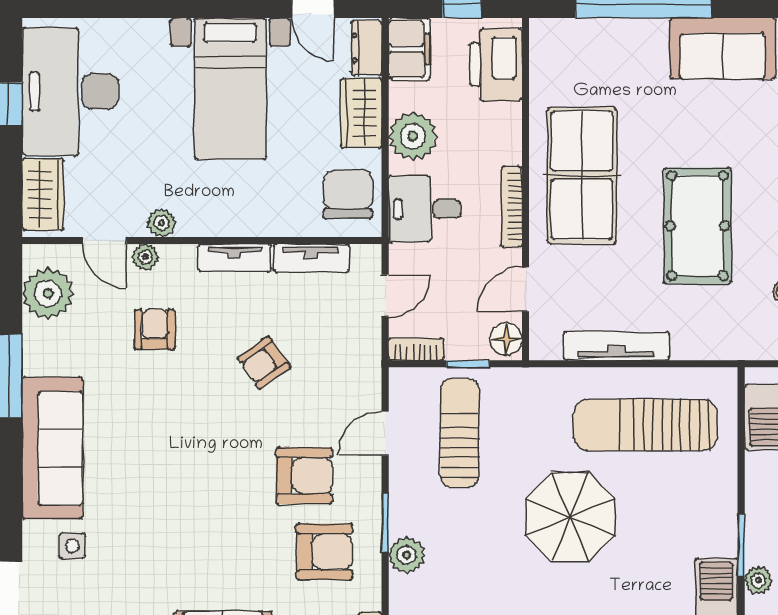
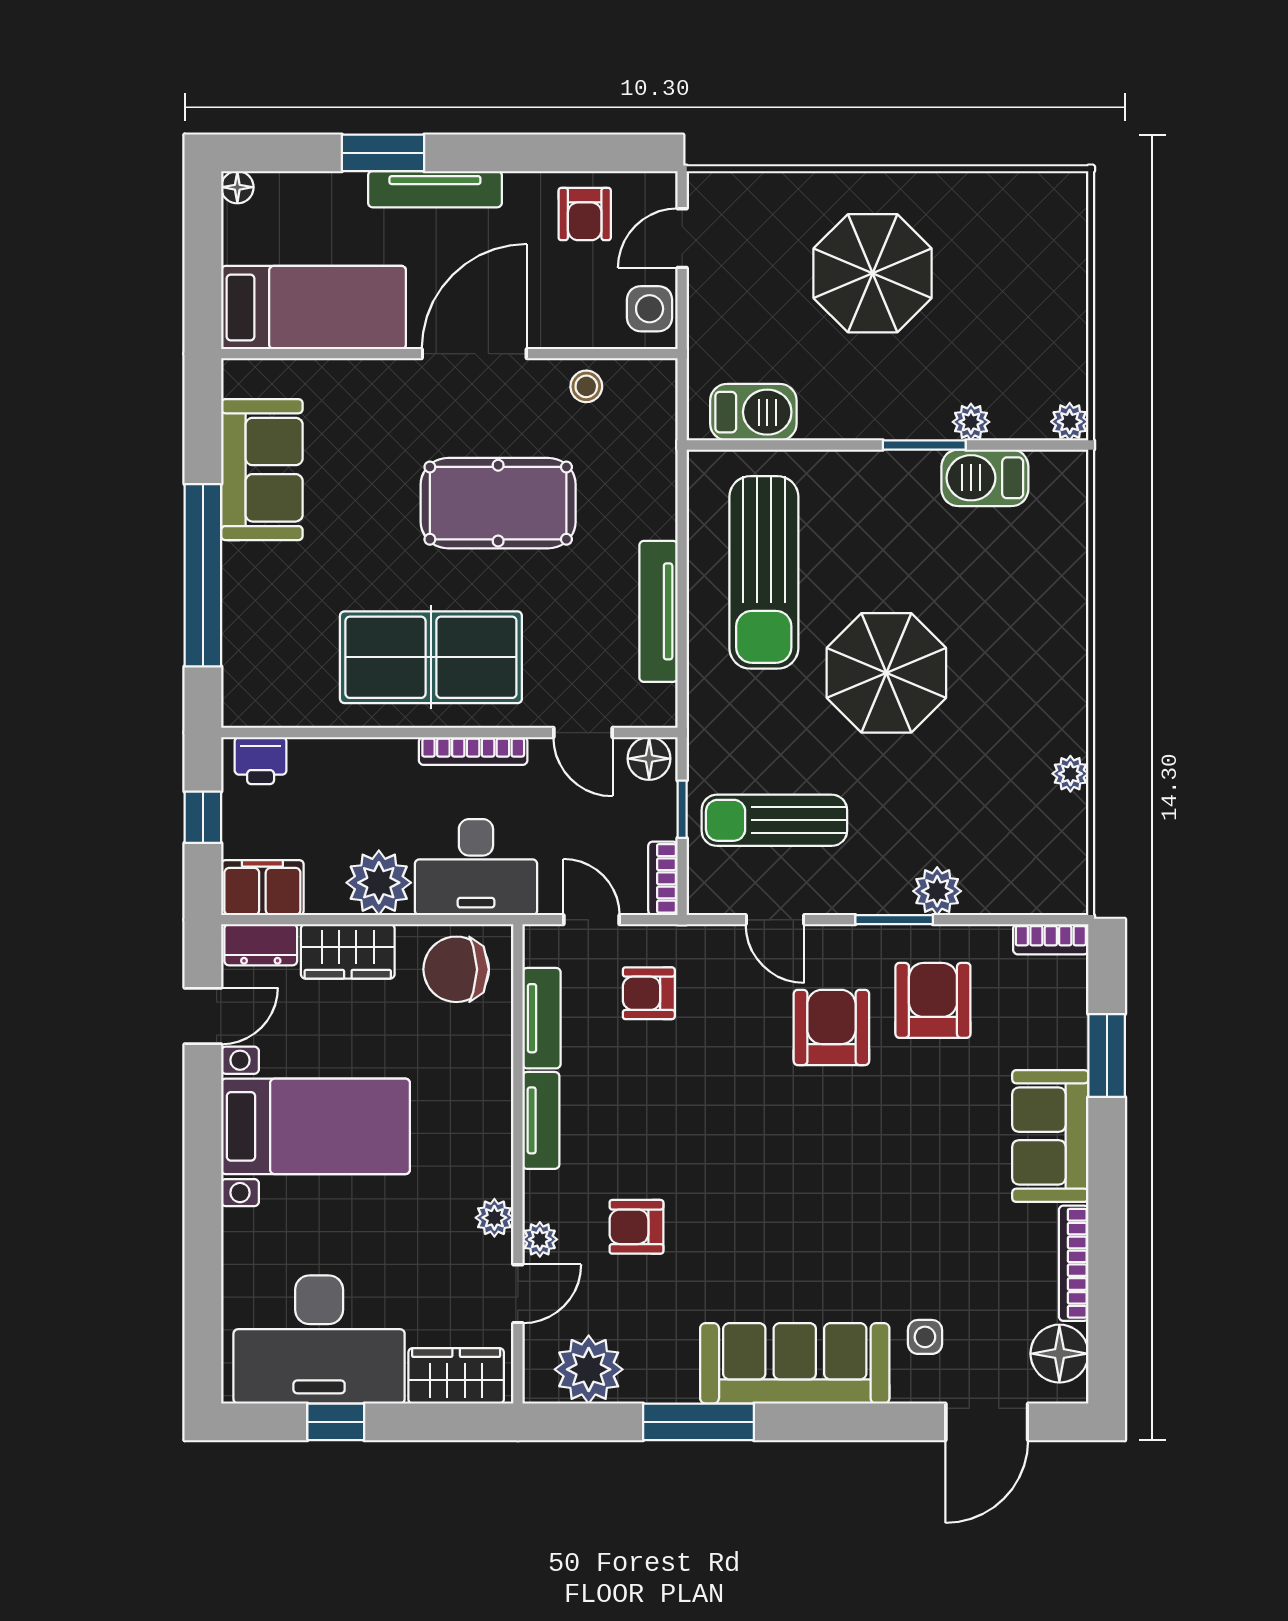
printer: (496, 64) -> (261, 761), width x0.53, depth x0.68
desk: (425, 209) -> (476, 867), width x1.37
armchair: (264, 362) -> (649, 993), moved, turned 125

